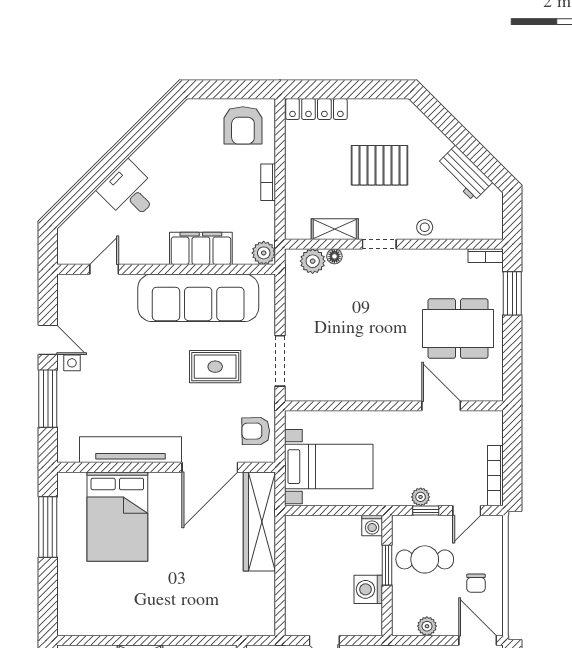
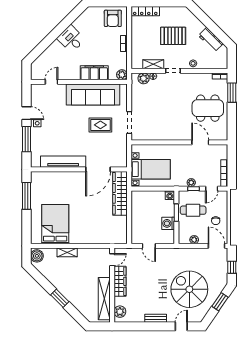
desk: (129, 191) -> (71, 39), moved
armchair: (256, 431) -> (118, 153), removed
bed: (117, 517) -> (55, 224), moved, turned 180

